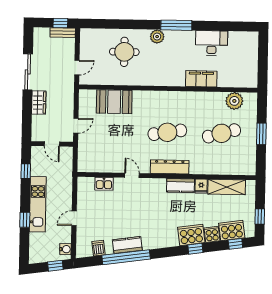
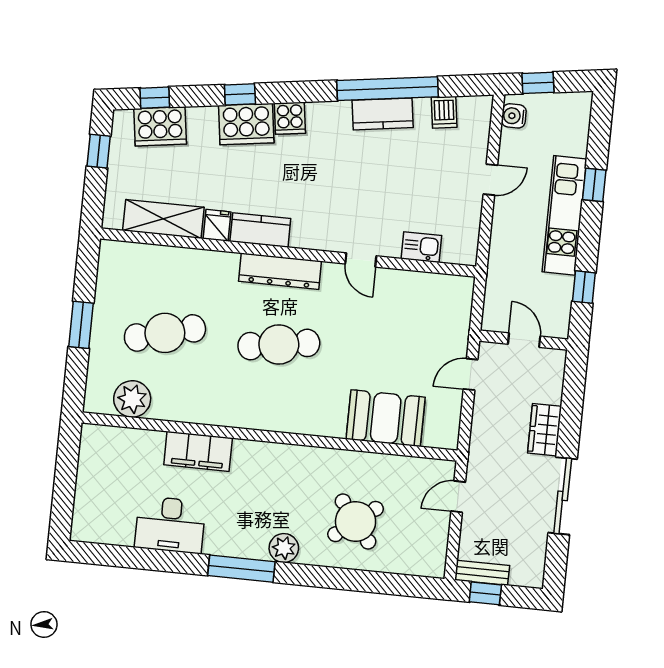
round table: (124, 52) -> (356, 521), turned -38
cooker: (212, 234) -> (290, 118), moved

